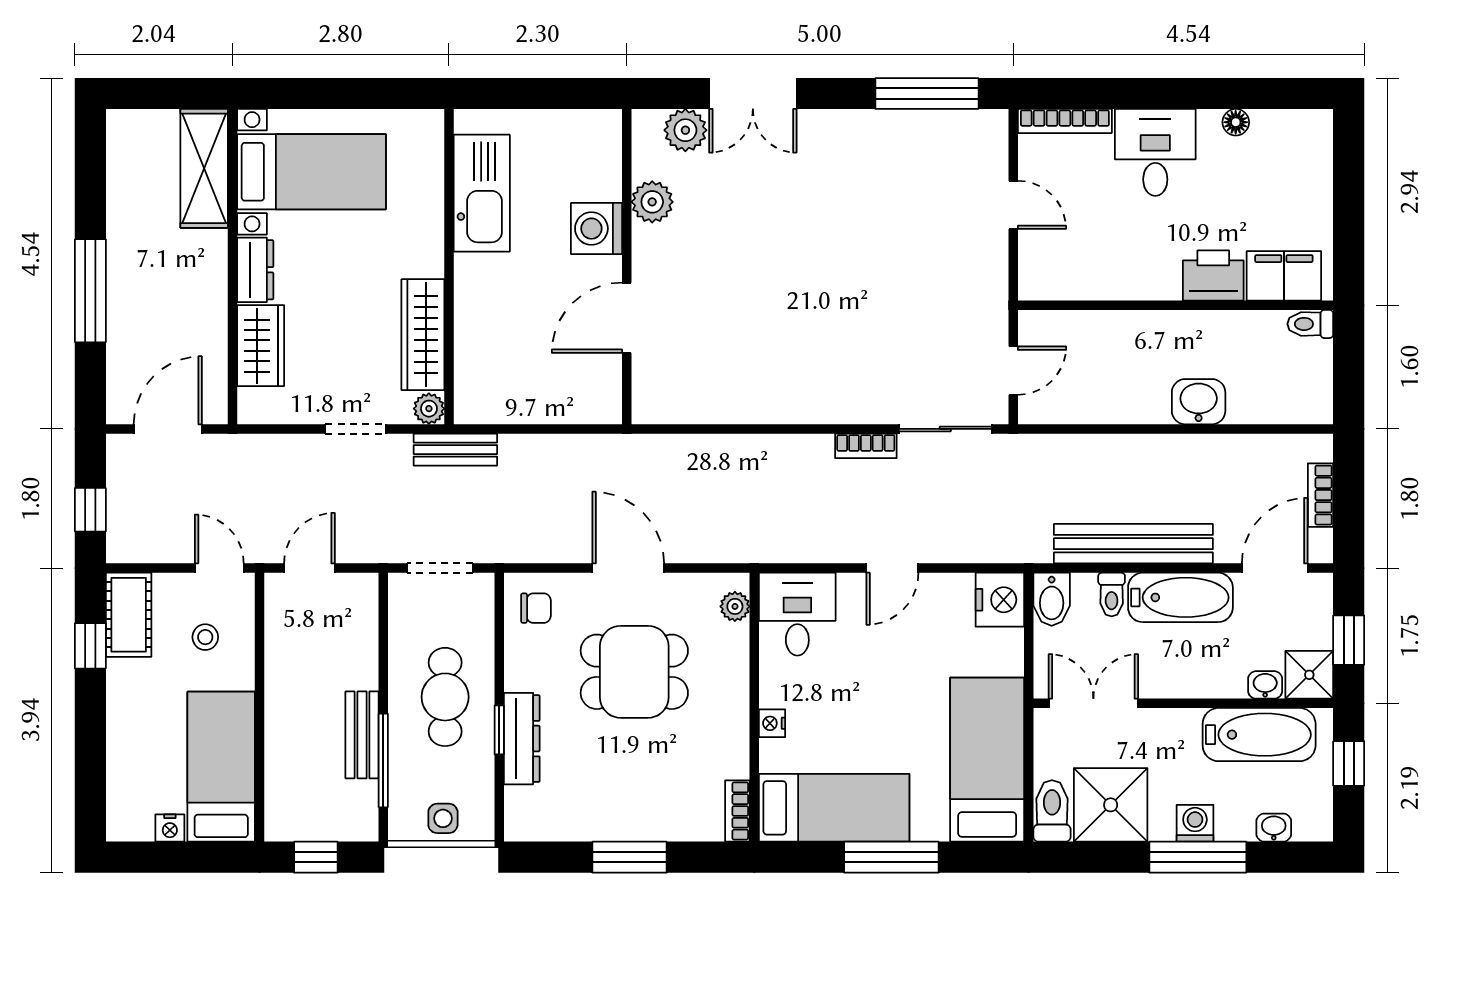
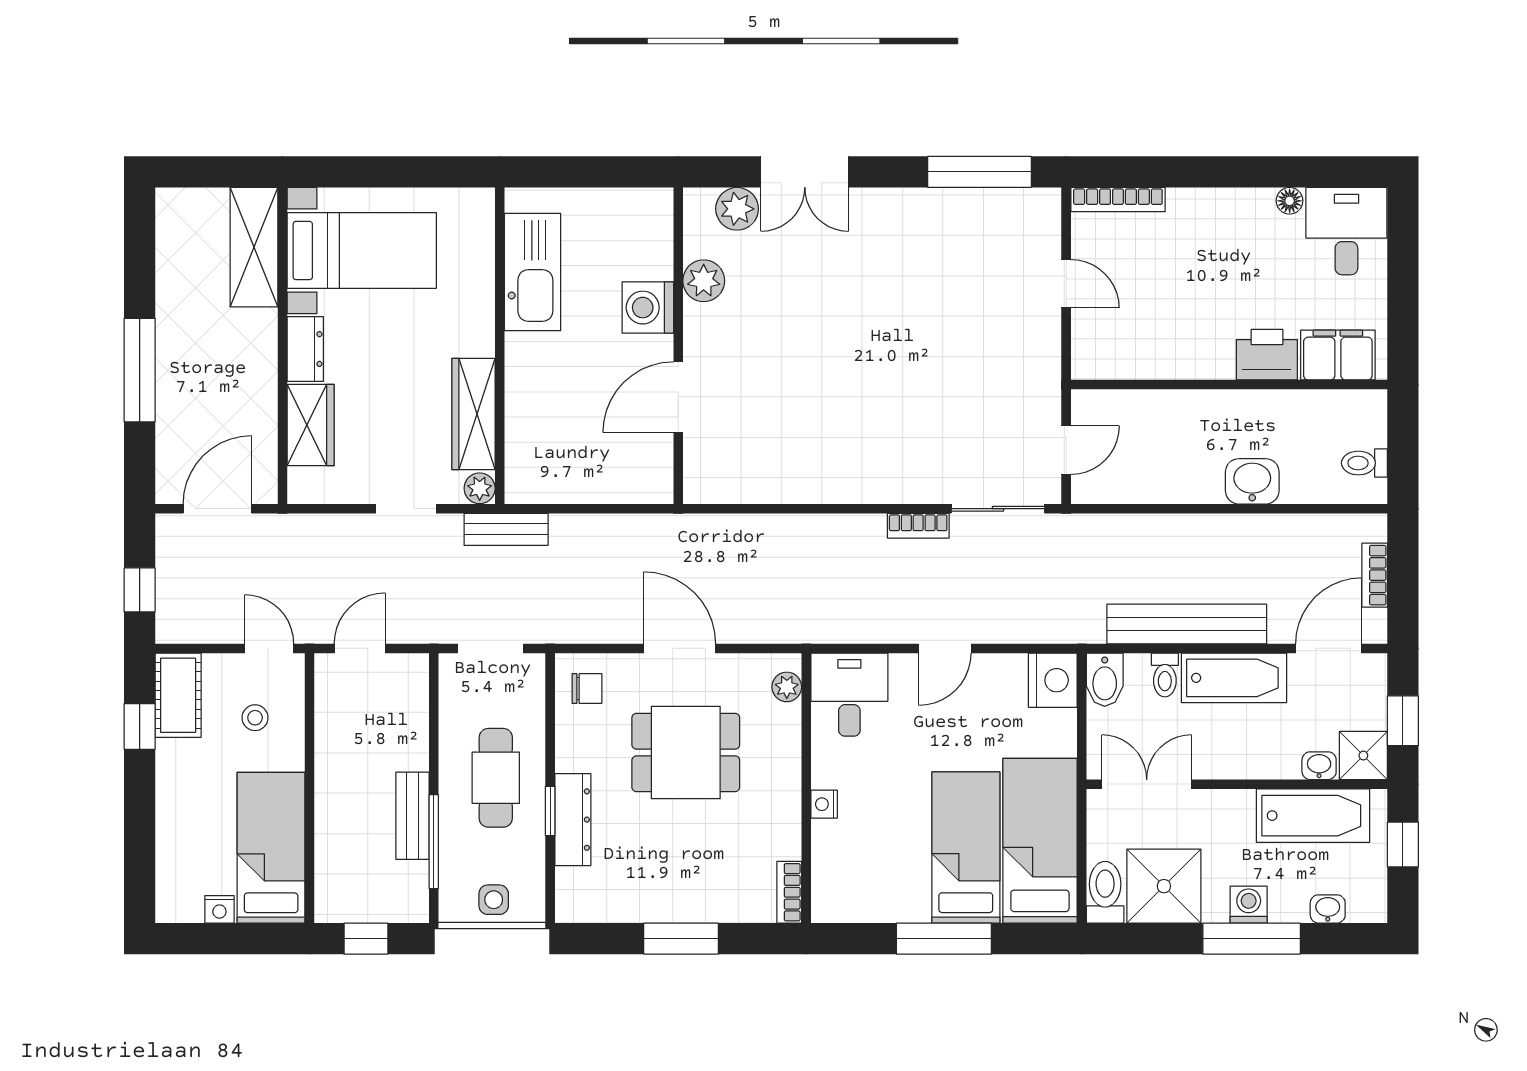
desk: (1155, 152) -> (1346, 231), moved
toilet: (1310, 324) -> (1364, 463), moved
bed: (834, 808) -> (966, 848), moved, turned -90

